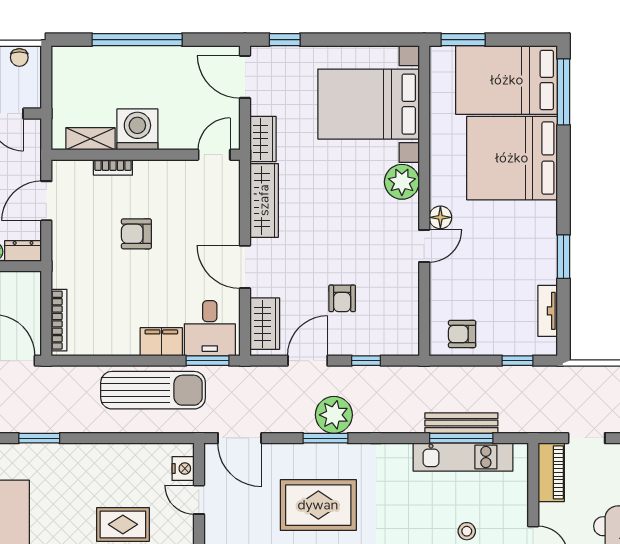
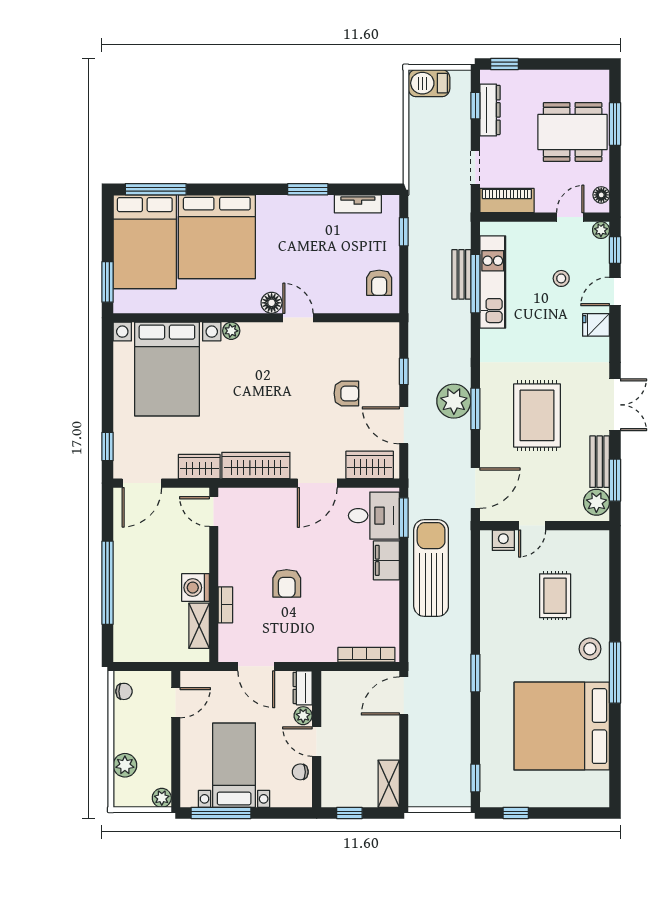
washing machine: (137, 129) -> (195, 588), width x0.73, depth x0.73
plant: (402, 182) -> (231, 331), width x0.53, depth x0.53
bench: (461, 423) -> (461, 274), width x0.73

